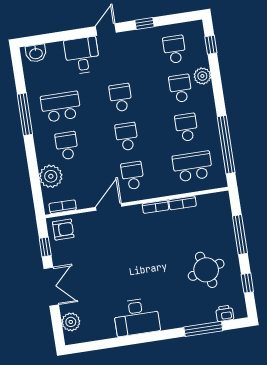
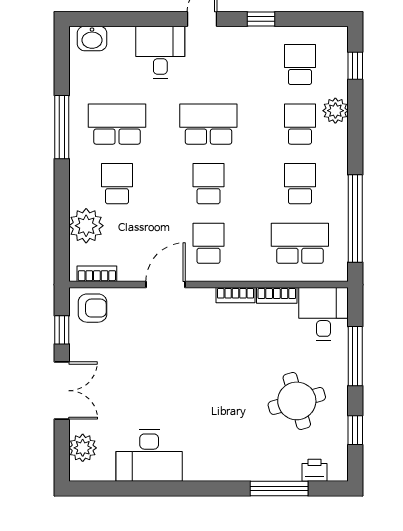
school desk: (121, 98) -> (208, 124), width x1.85
desk: (215, 210) -> (323, 314), added
desk: (137, 317) -> (149, 455), moved

